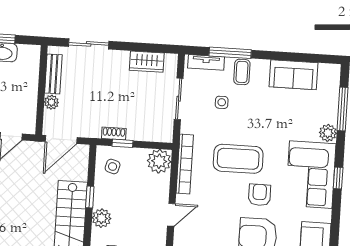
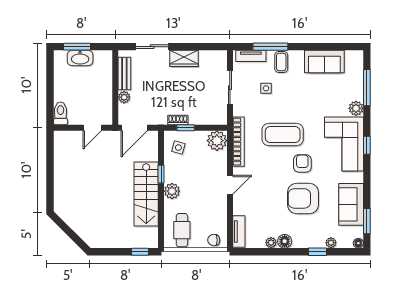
wardrobe: (147, 62) -> (184, 58), moved

